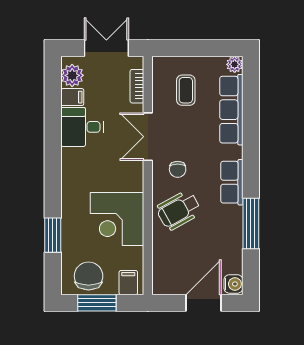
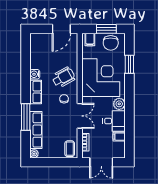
plant: (72, 75) -> (119, 104), moved
coffee table: (186, 90) -> (70, 149), moved
corner desk: (117, 219) -> (101, 78), width x1.36, depth x1.36
window: (251, 224) -> (26, 117), moved
water cooler: (233, 284) -> (35, 74), moved
door: (203, 303) -> (61, 29), moved

